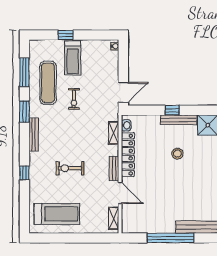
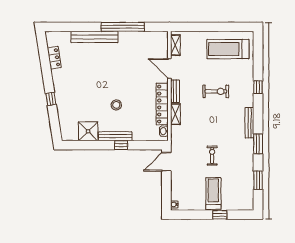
window: (24, 72) -> (258, 180), width x0.69
exercise mat: (48, 83) -> (236, 171), removed
shelving: (114, 133) -> (175, 114), moved

